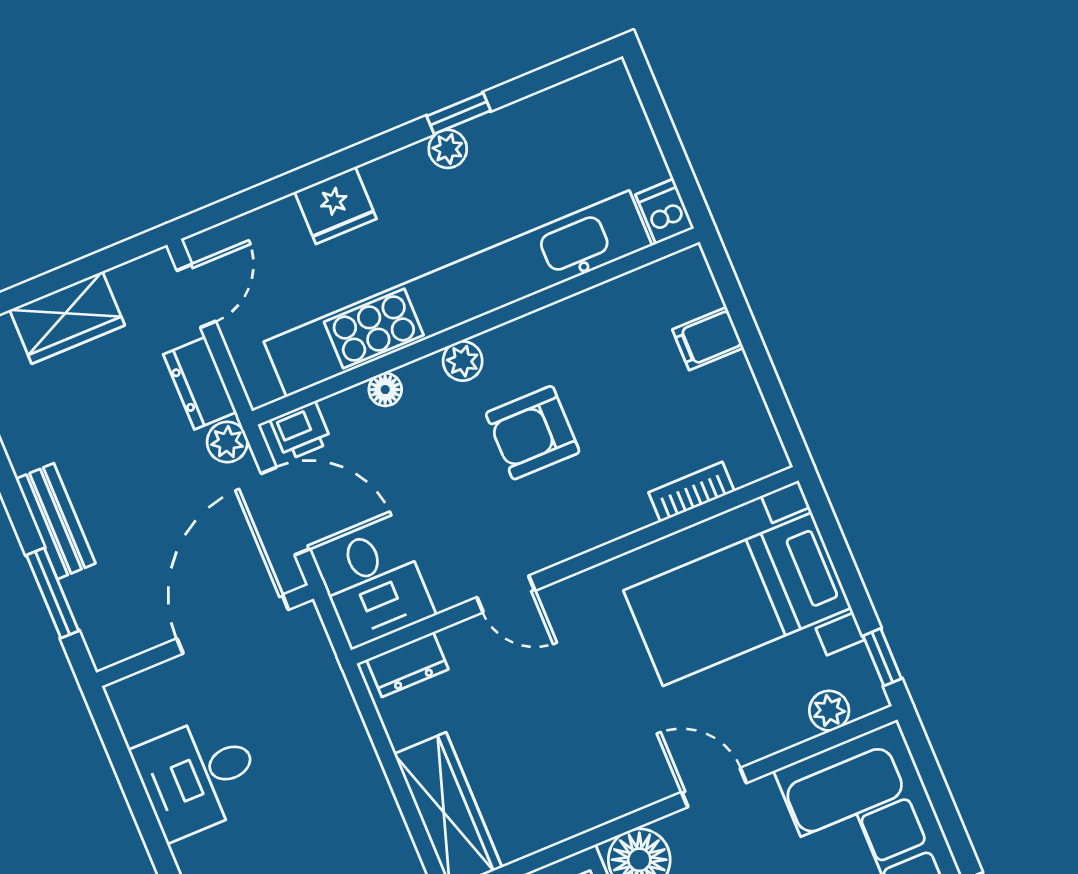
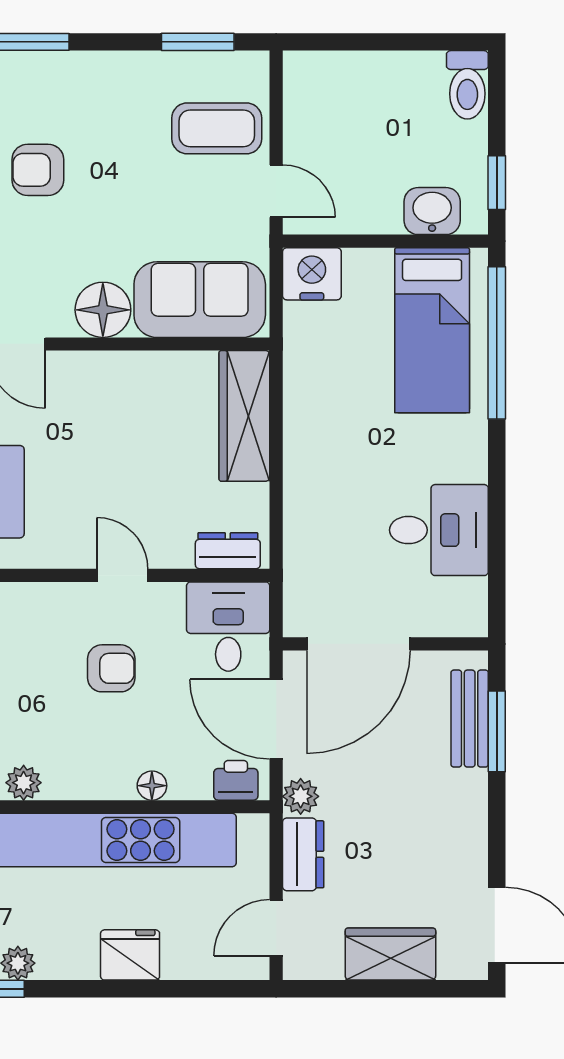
plant: (463, 361) -> (24, 783), moved
armchair: (533, 433) -> (111, 668), moved, width x0.72, depth x0.72
bench: (56, 521) -> (470, 719), moved

